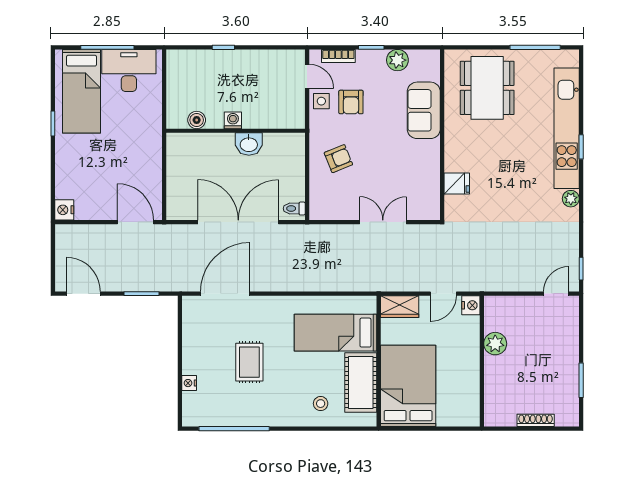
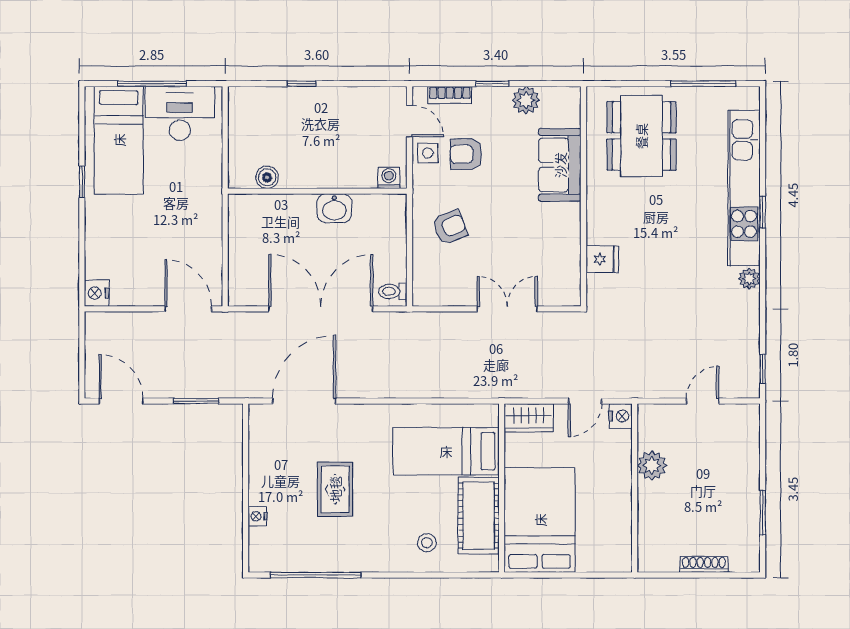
armchair: (351, 102) -> (466, 154), turned 90
washing machine: (233, 120) -> (389, 178), moved
door: (556, 294) -> (703, 401), moved

